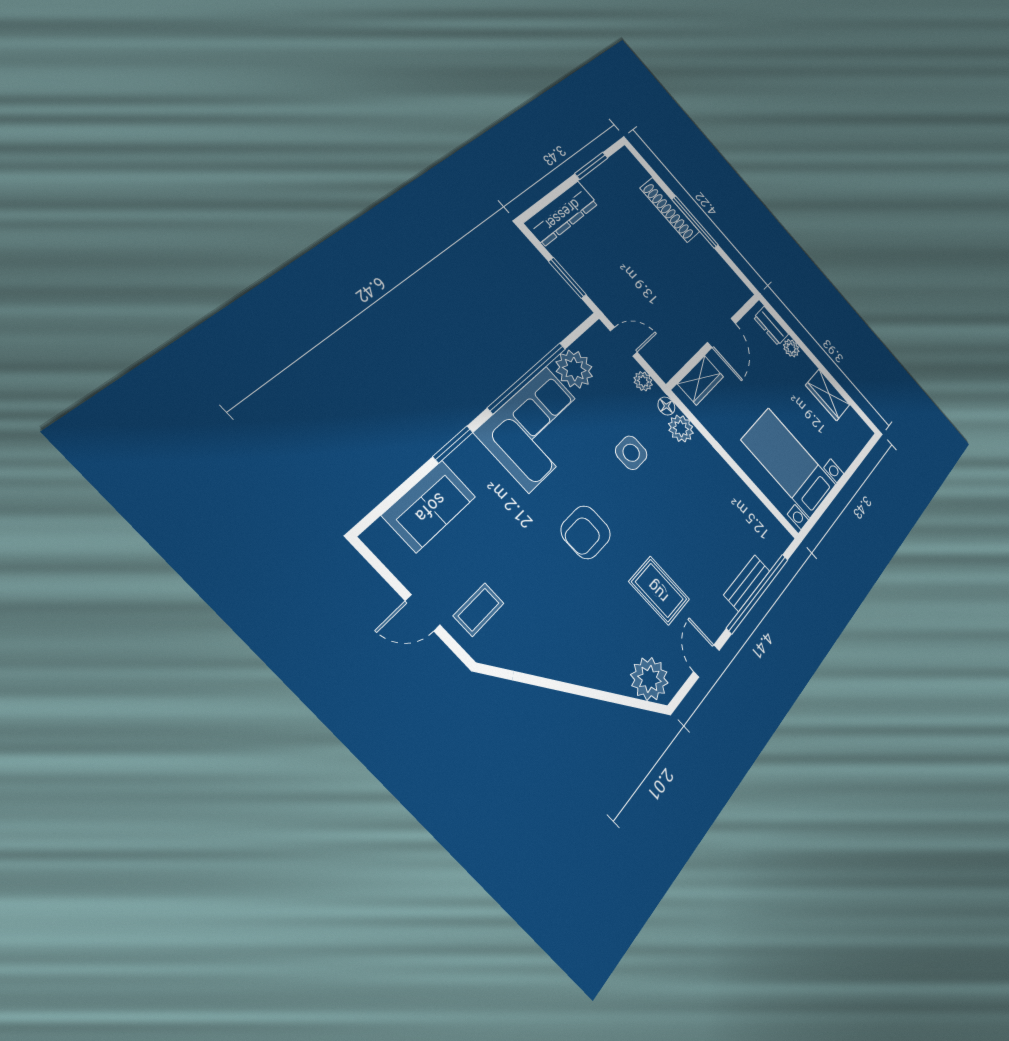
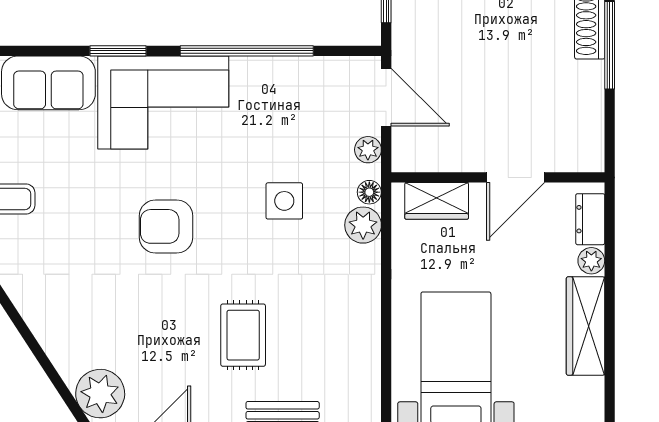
door: (624, 342) -> (386, 97), width x1.38
plant: (574, 369) -> (304, 81), removed
wardrobe: (828, 395) -> (586, 326), width x1.50
corner sofa: (538, 429) -> (163, 102), moved
rug: (659, 590) -> (243, 335), moved

